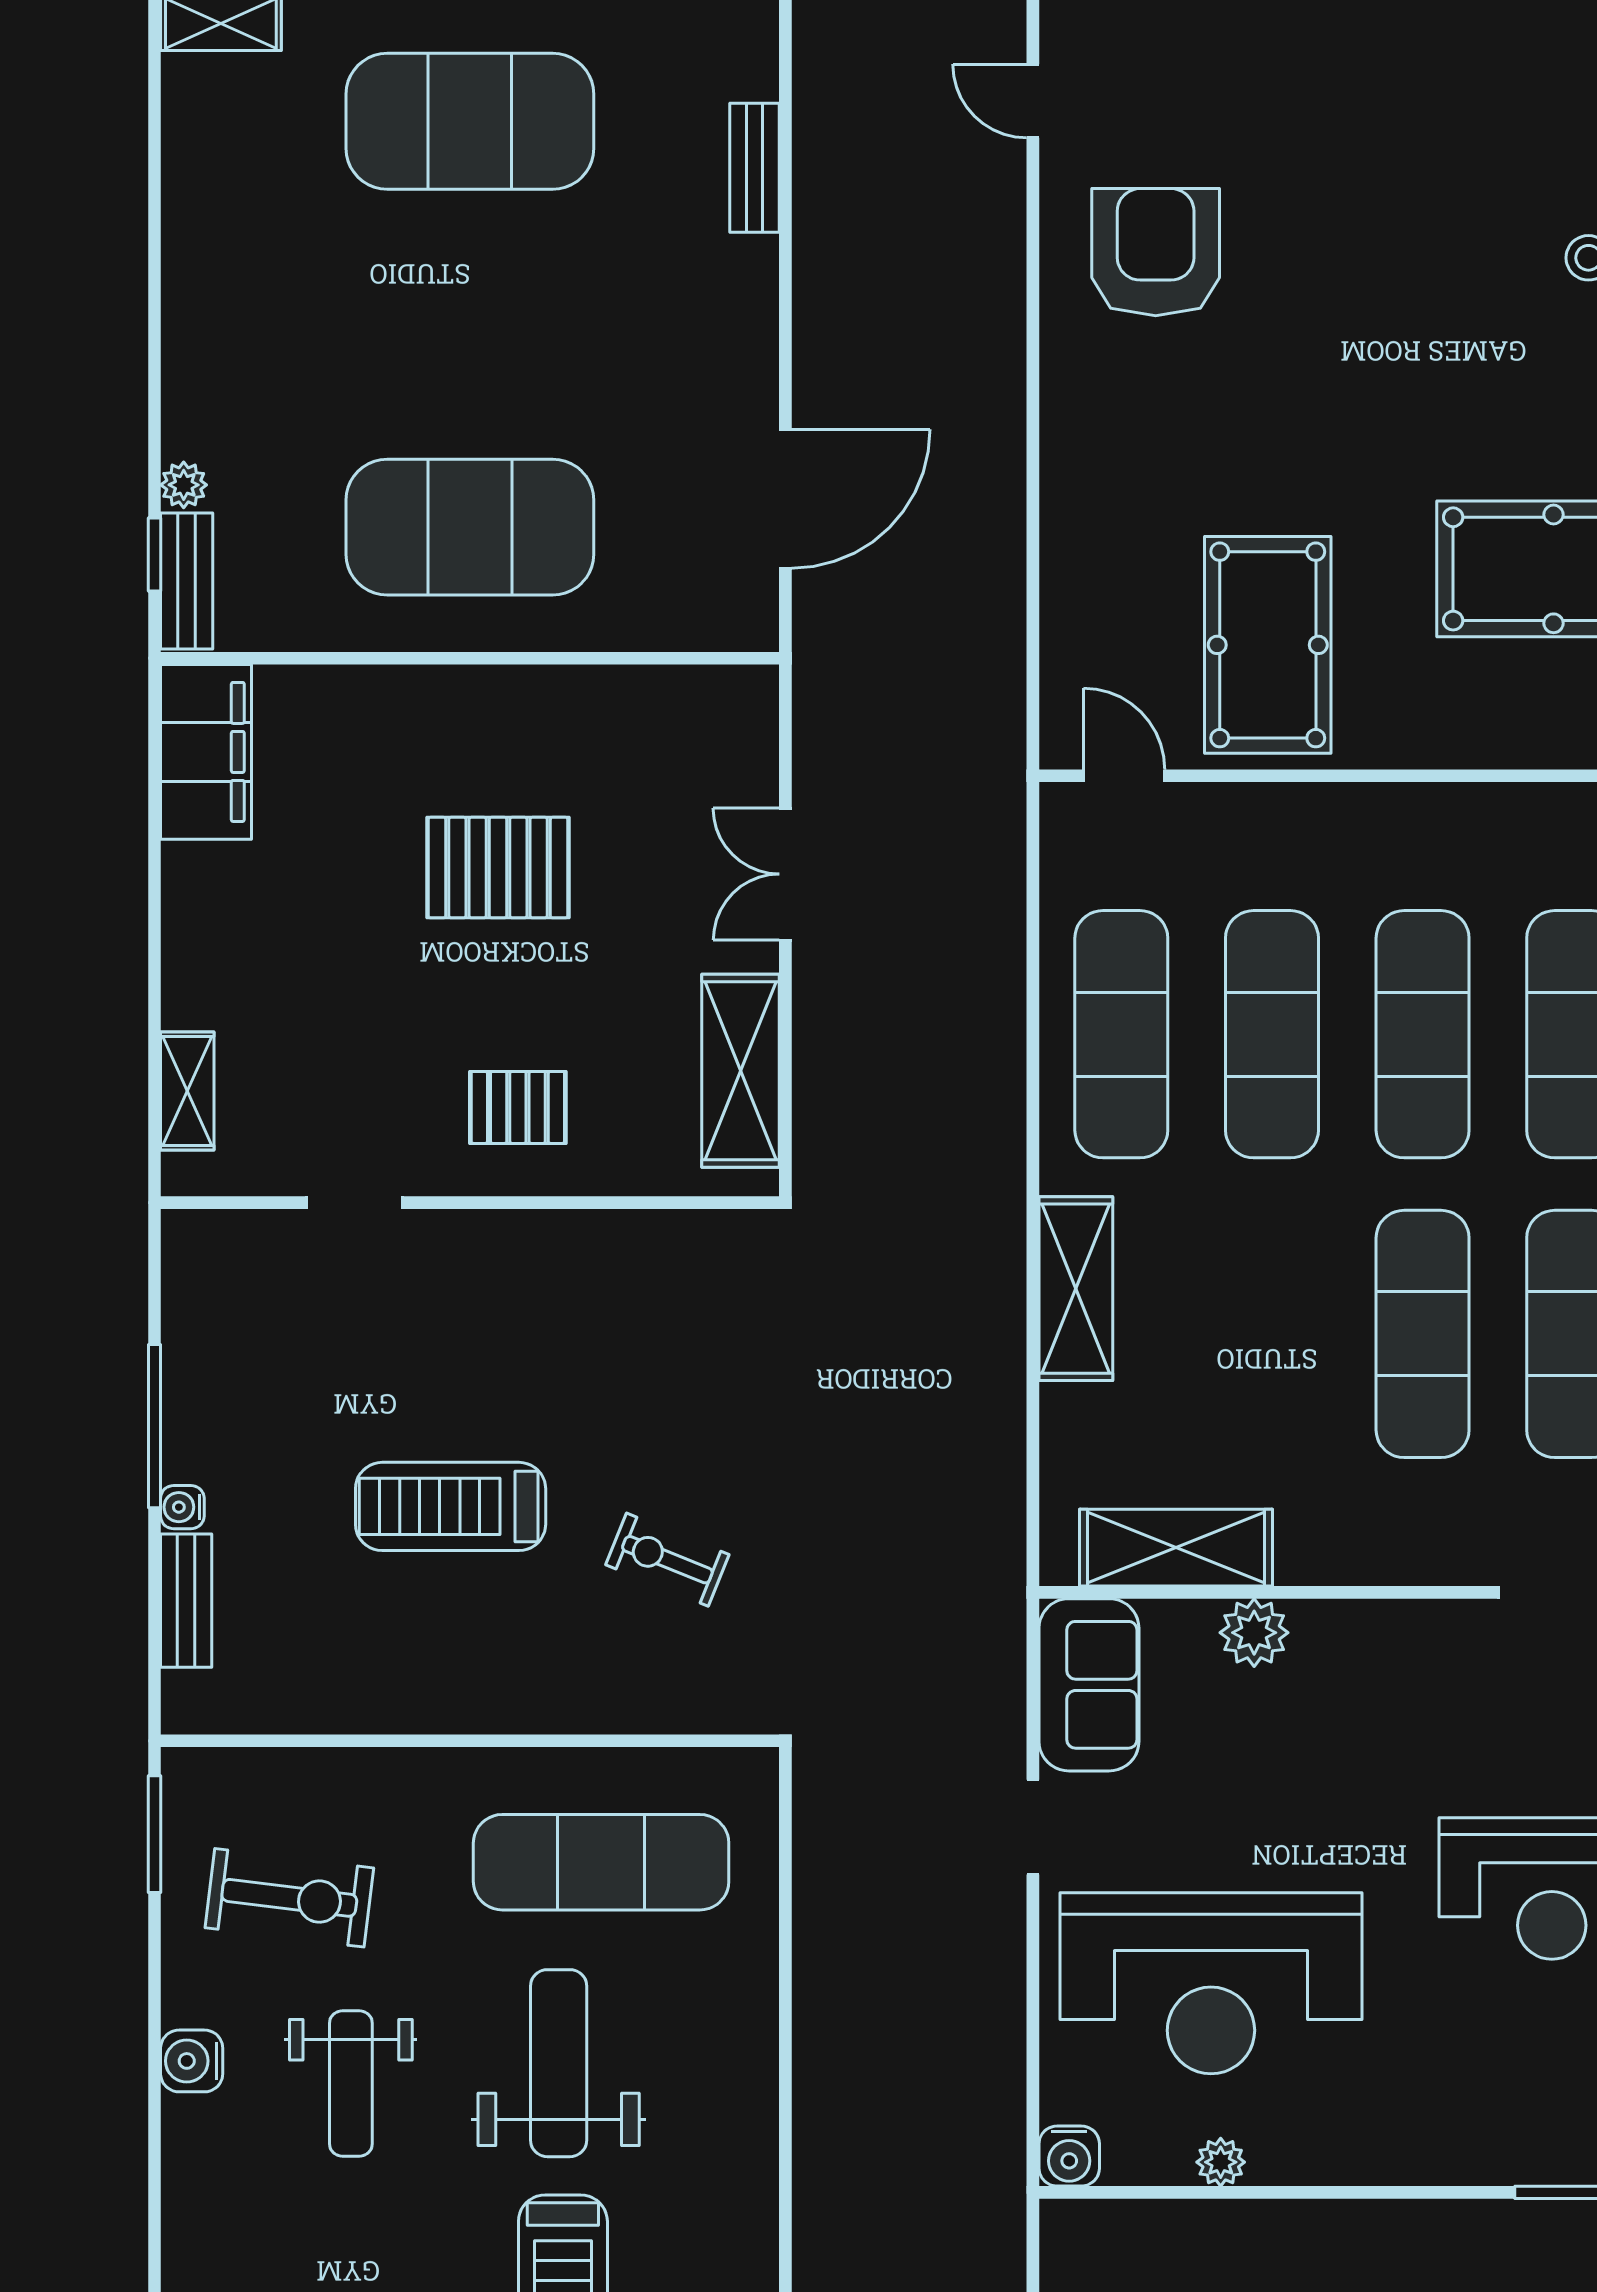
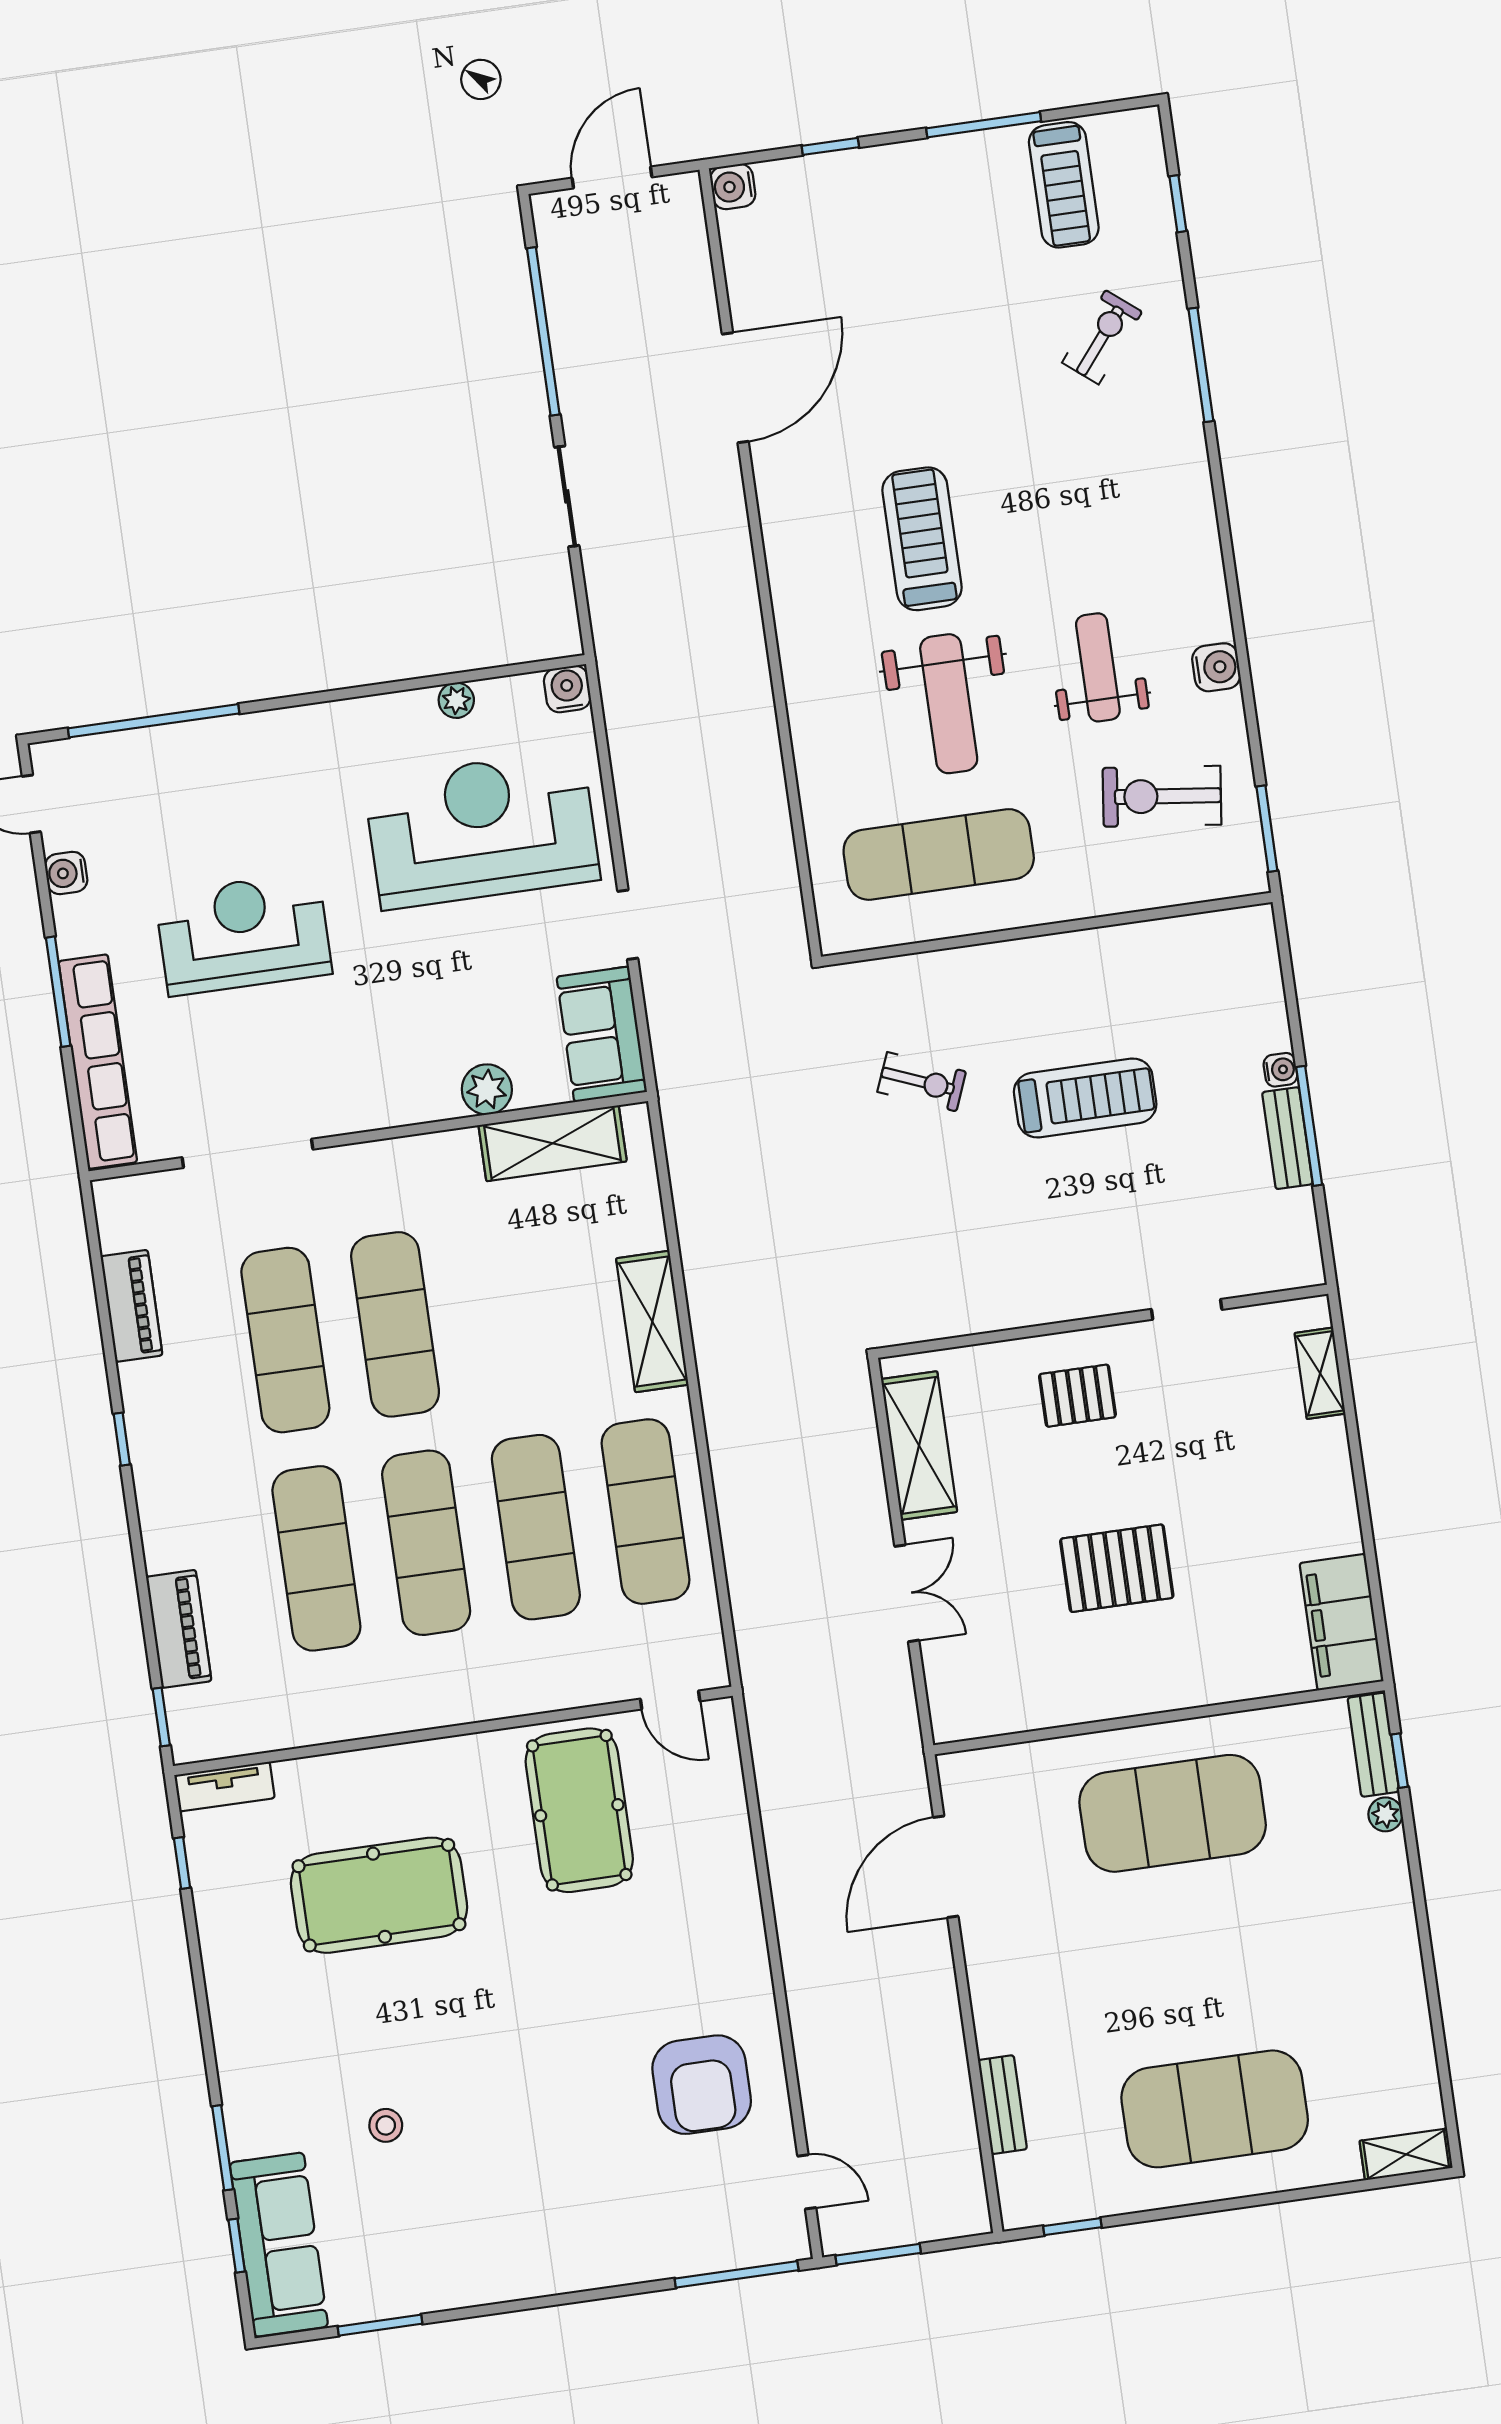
bench: (186, 1601) -> (1287, 1138), moved

